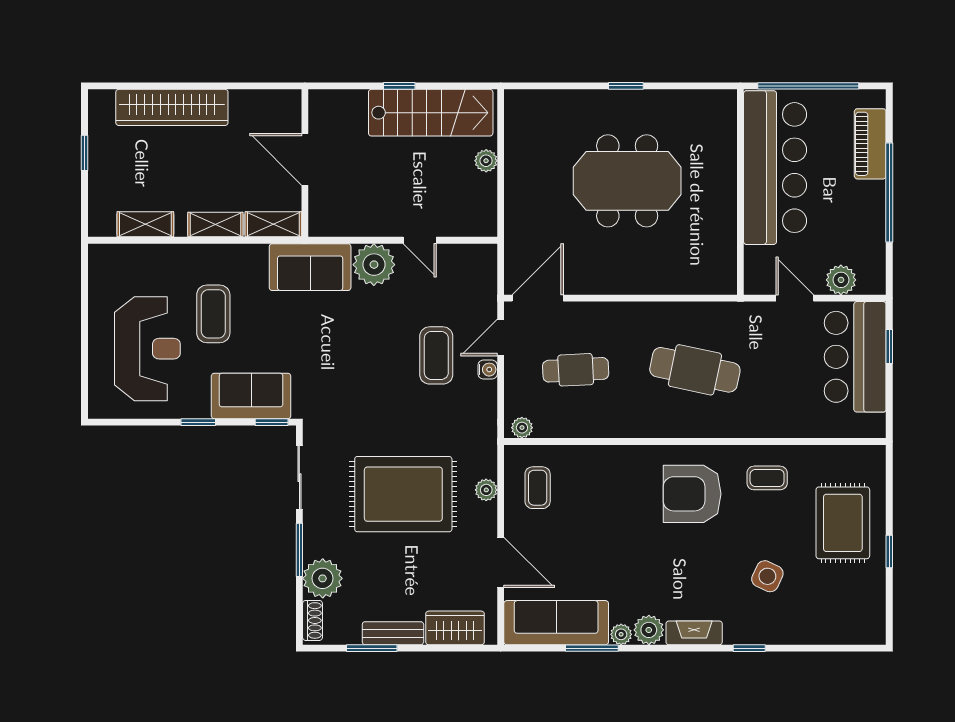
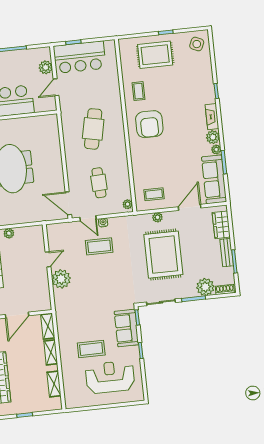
sofa: (310, 267) -> (65, 308), removed
side table: (767, 576) -> (197, 44), moved

